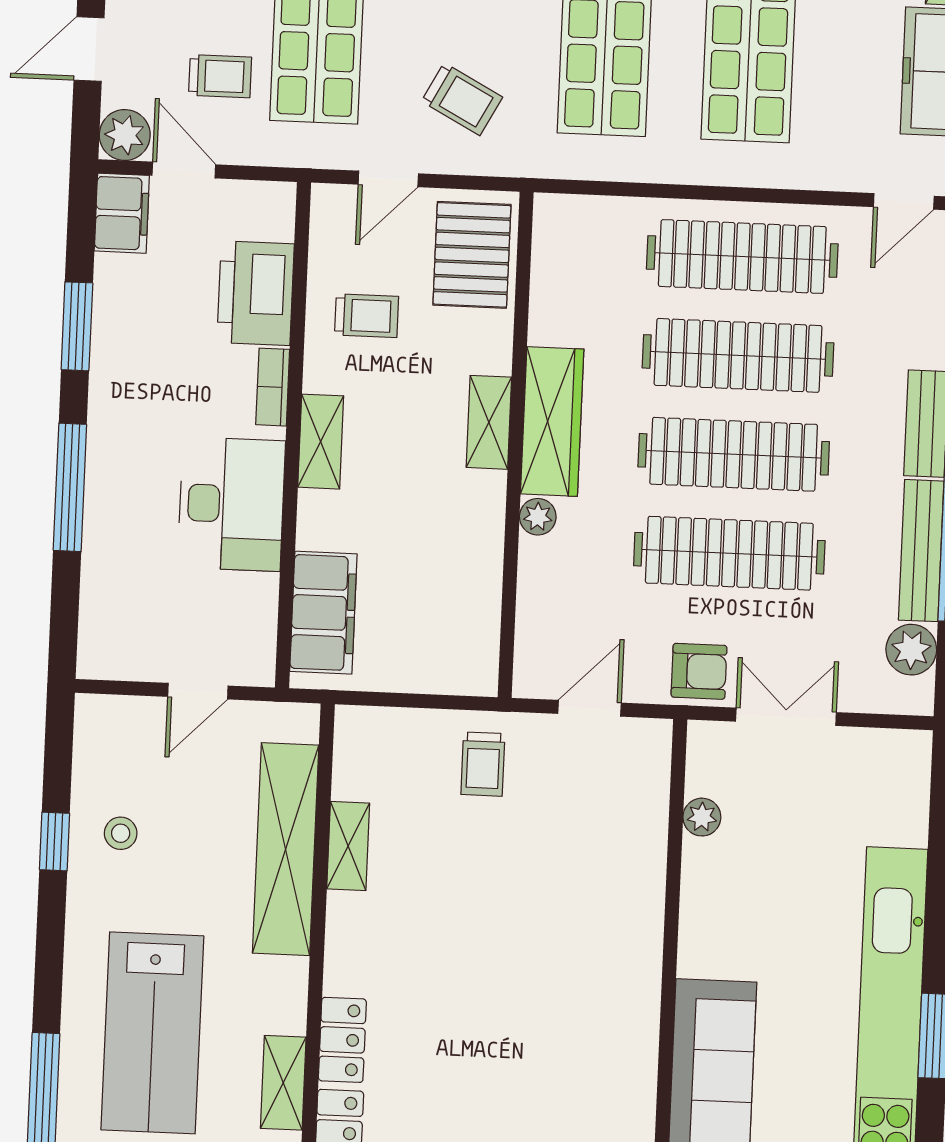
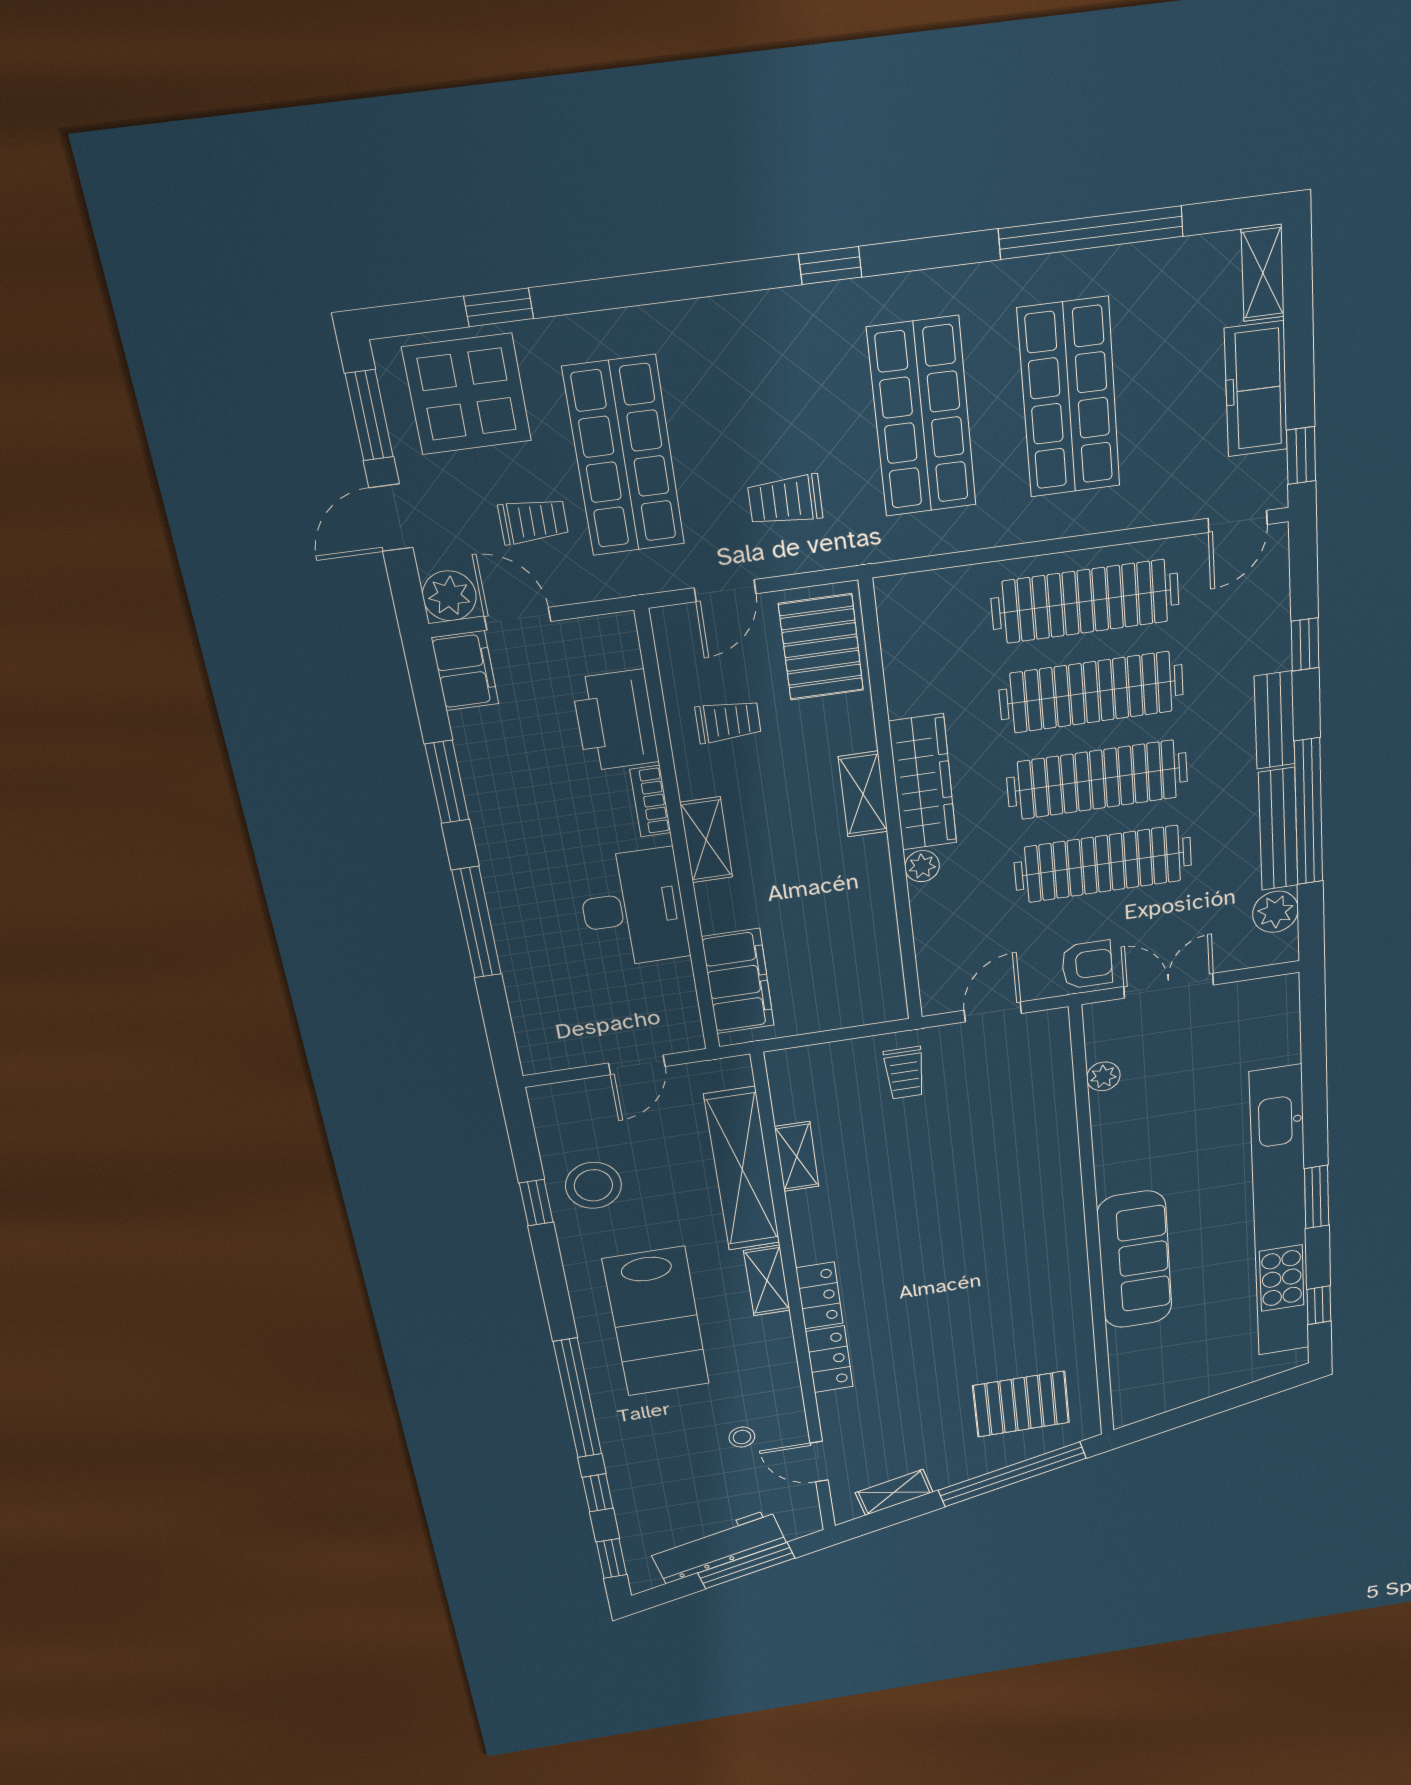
trolley: (462, 99) -> (785, 500), turned 152
stool: (121, 833) -> (593, 1185), width x1.89, depth x1.89
shelving: (283, 1083) -> (767, 1280), moved

